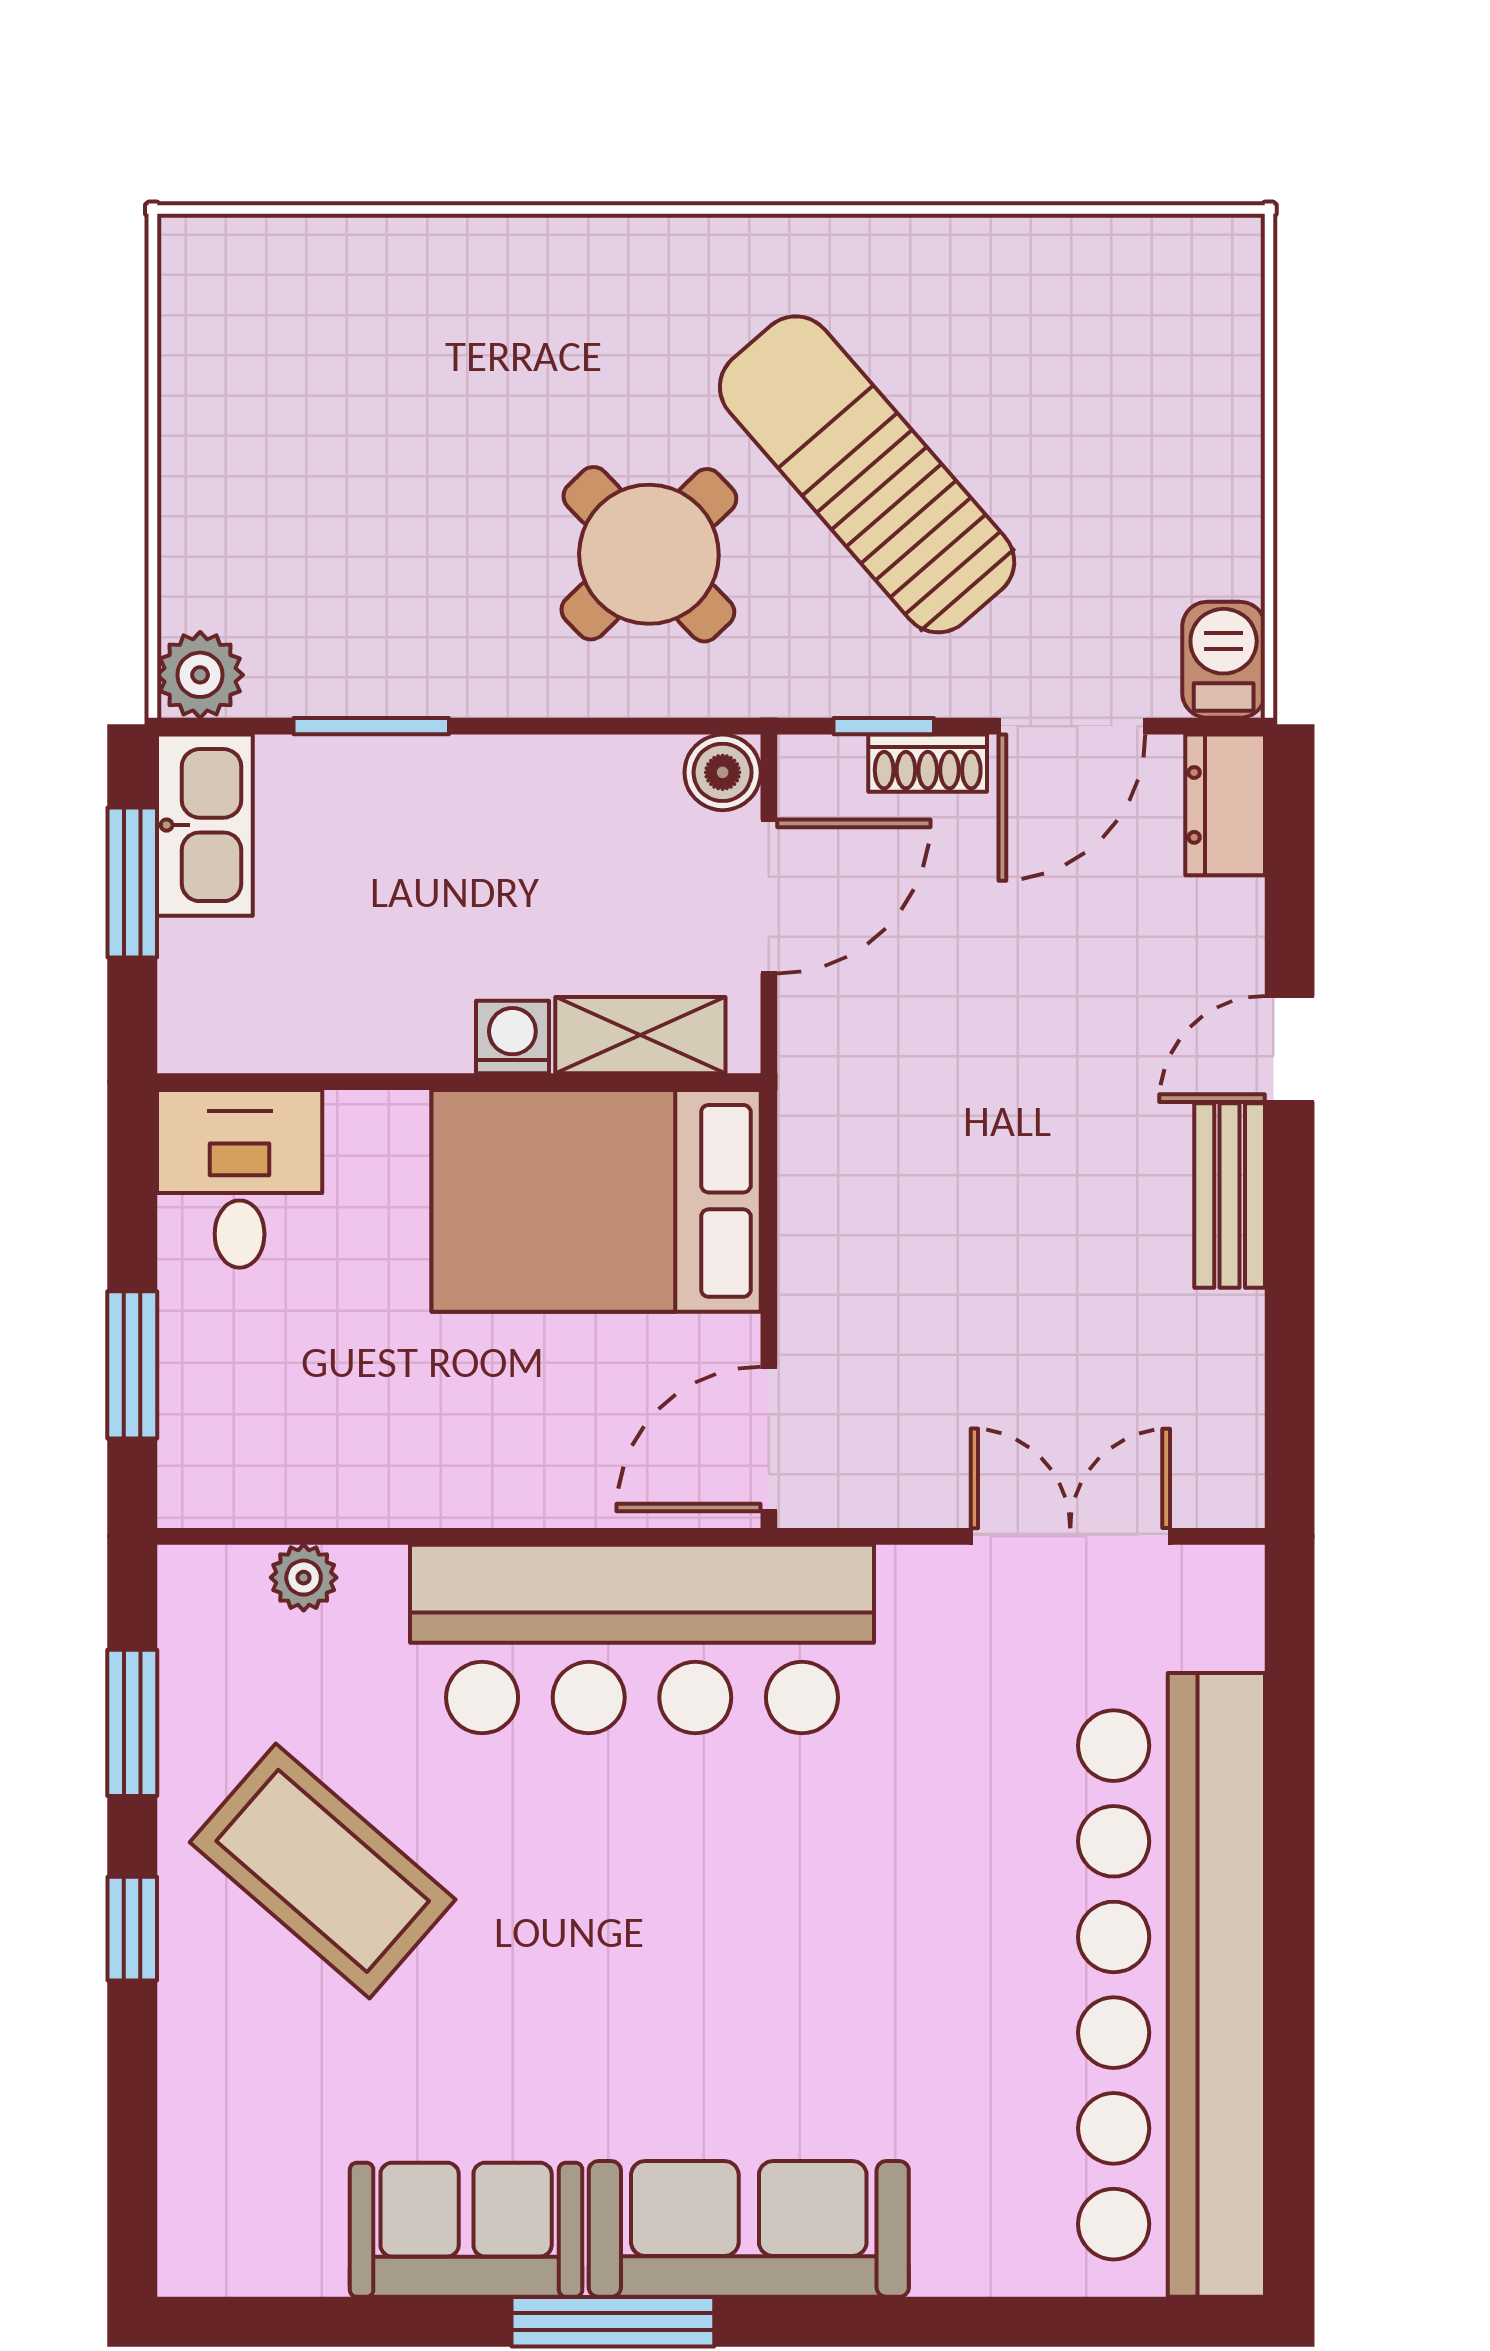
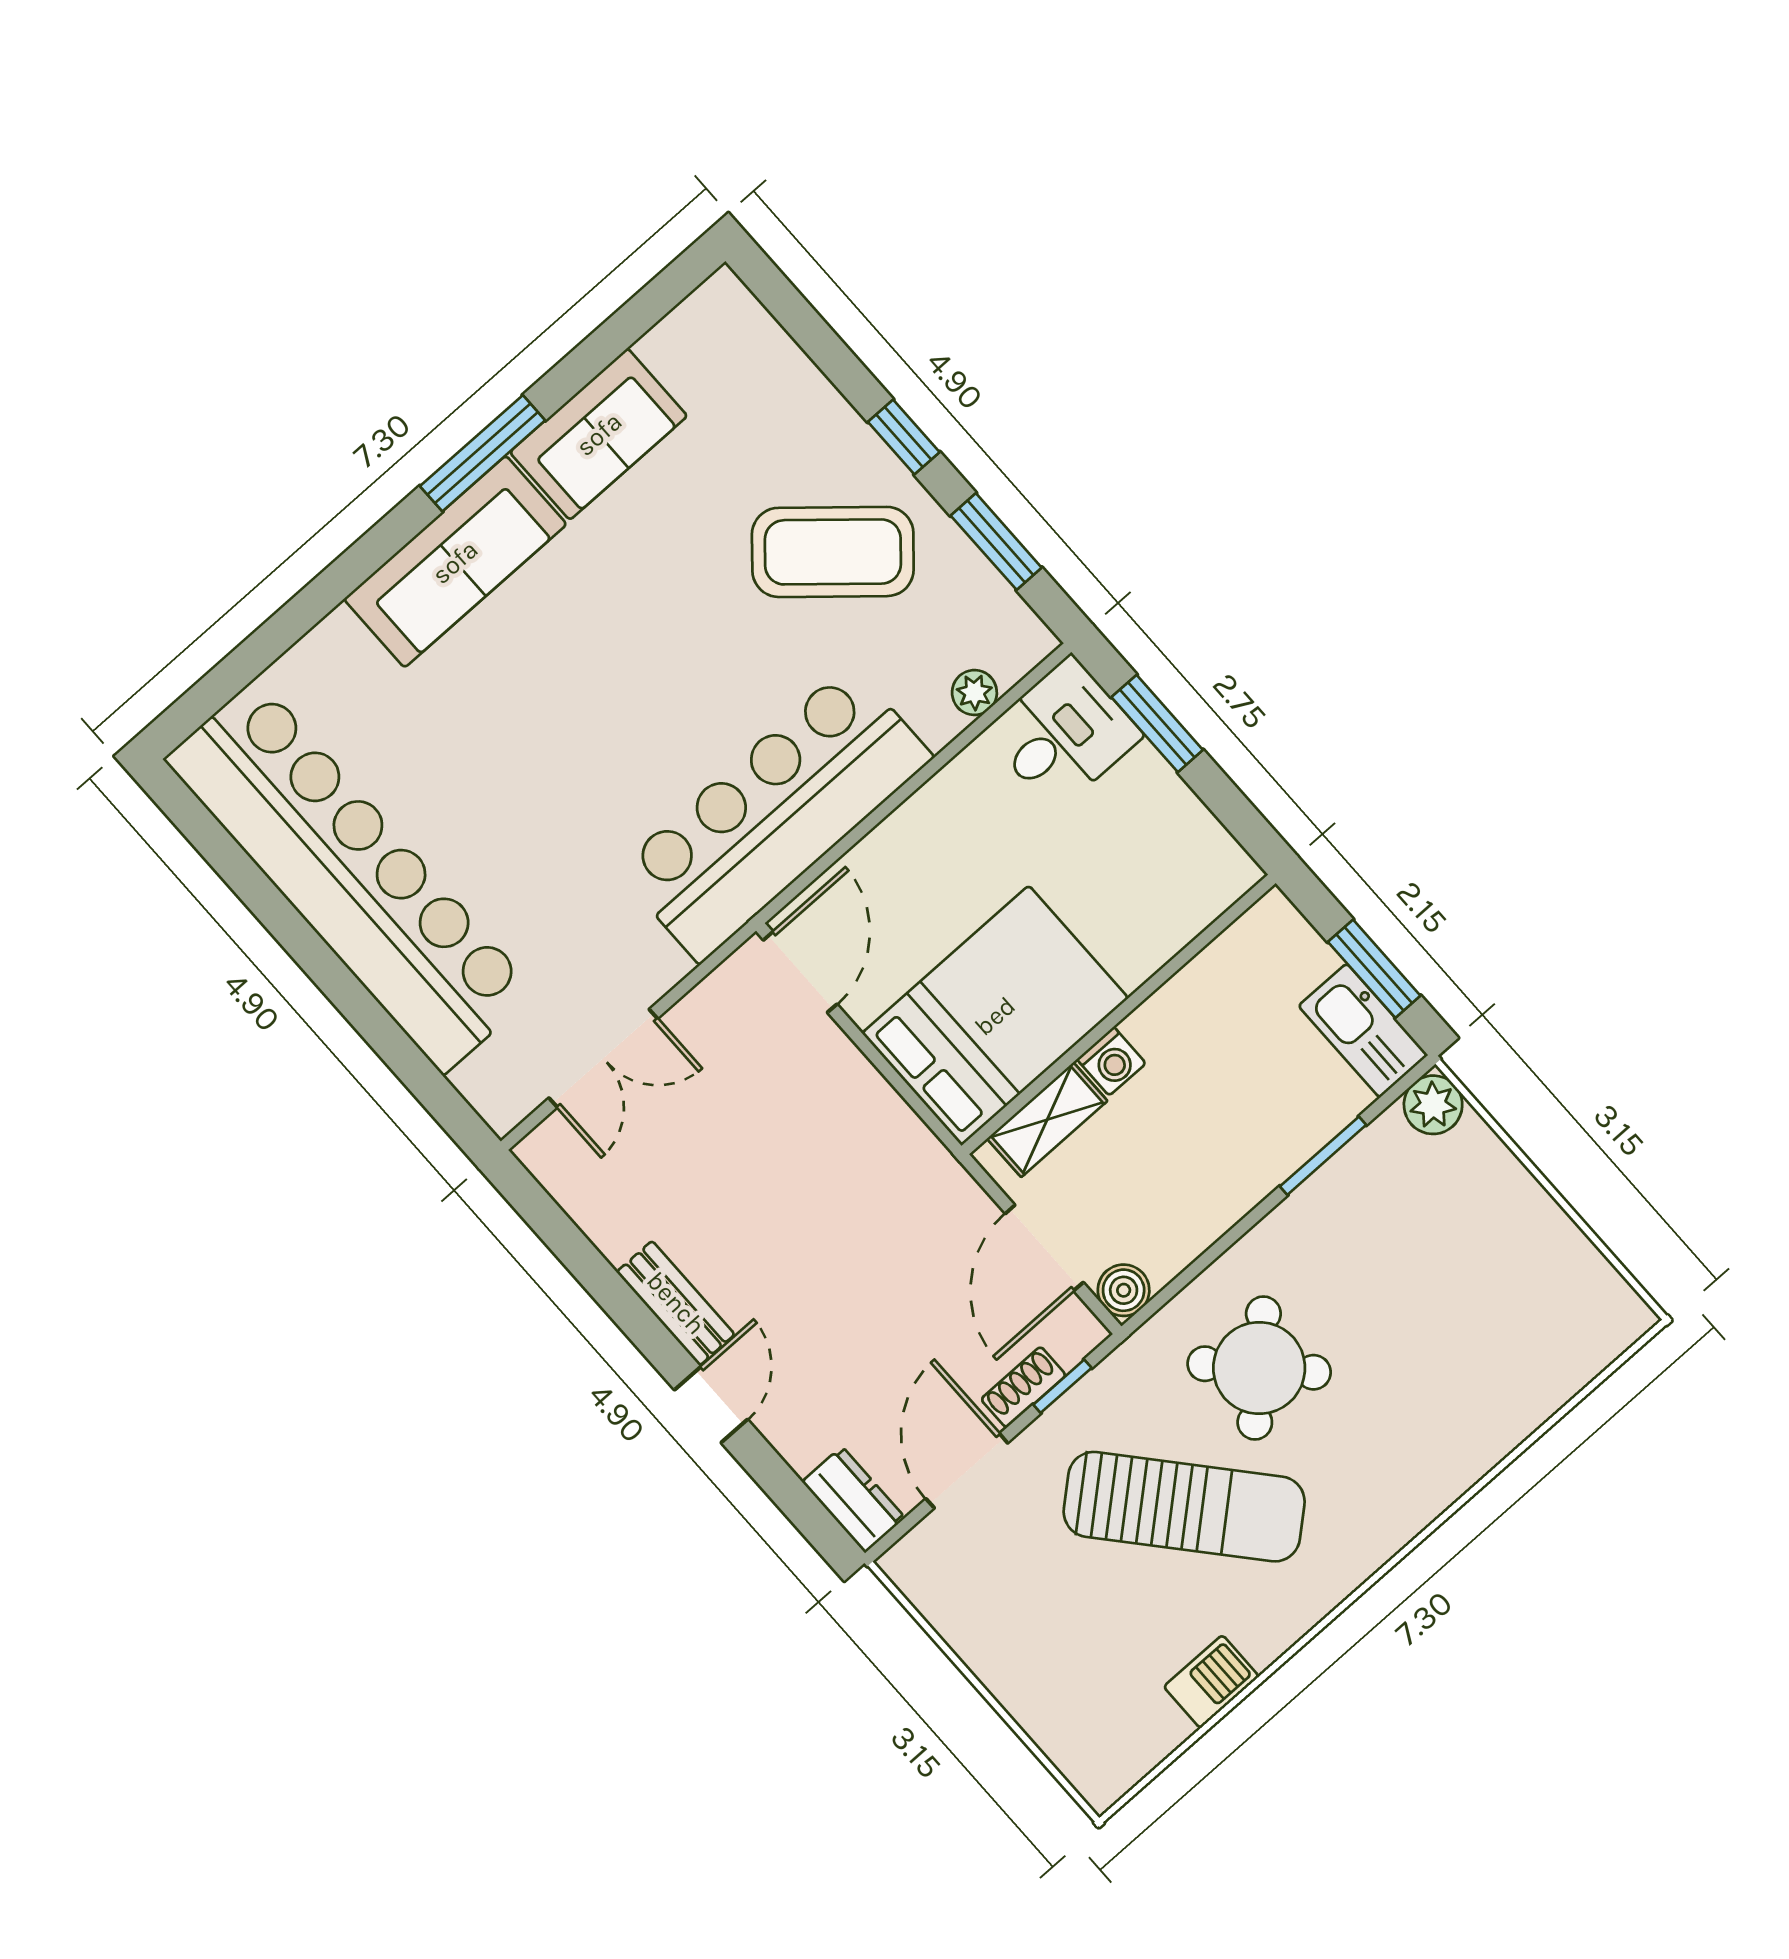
barbecue: (1224, 660) -> (1211, 1682), moved, turned -90
desk: (240, 1179) -> (1063, 734), moved, turned -90

